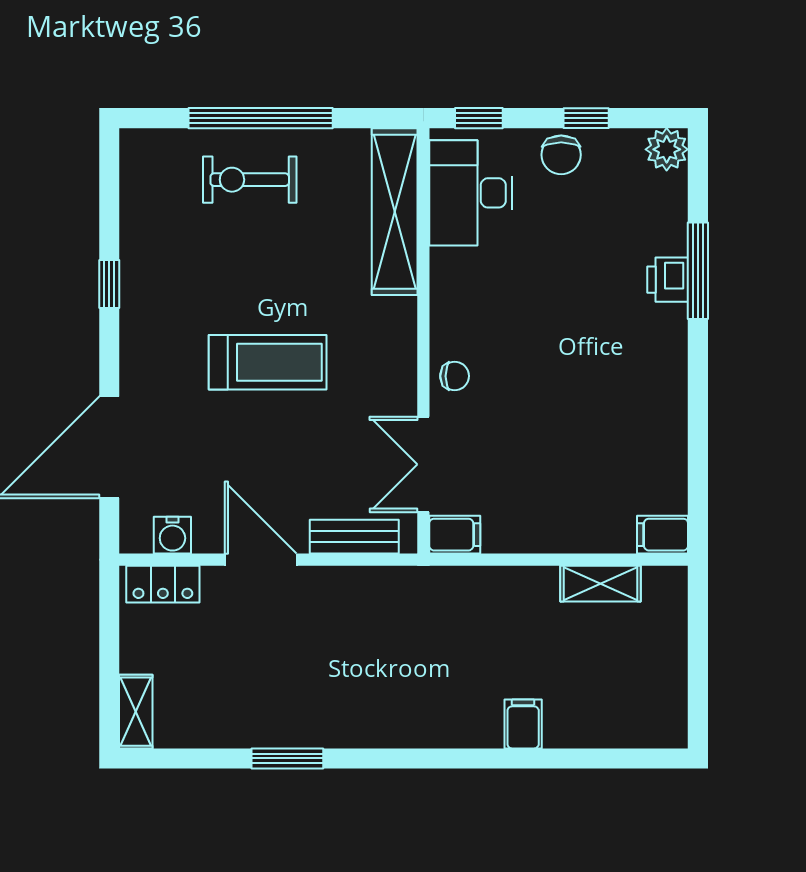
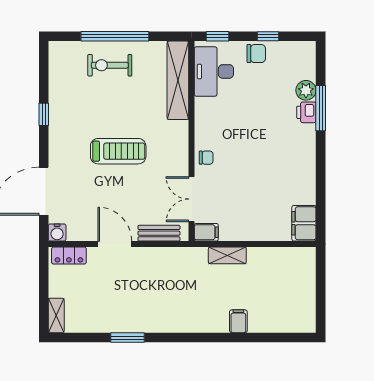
plant: (667, 149) -> (306, 90), moved
chair: (561, 155) -> (256, 54), turned -90
water cooler: (172, 535) -> (57, 232), moved
filing cabinet: (662, 535) -> (304, 223), width x2.00
shelving: (601, 584) -> (227, 255), moved

